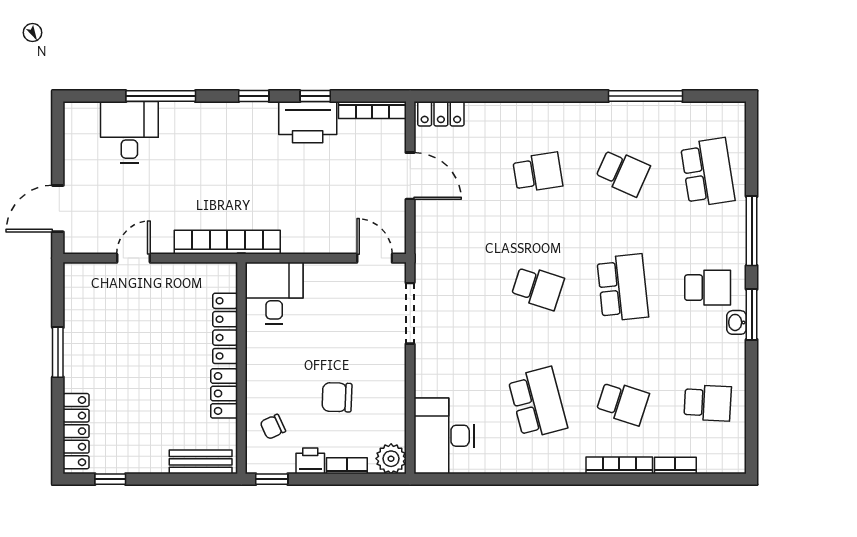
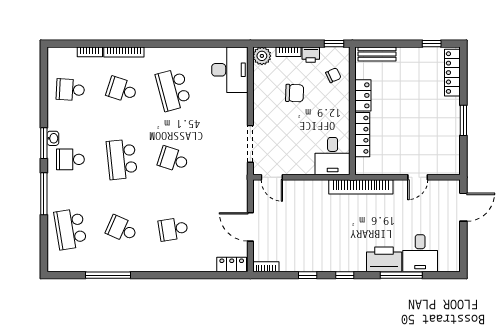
bookcase: (372, 110) -> (266, 267), width x0.64
printer: (308, 122) -> (384, 259), moved

